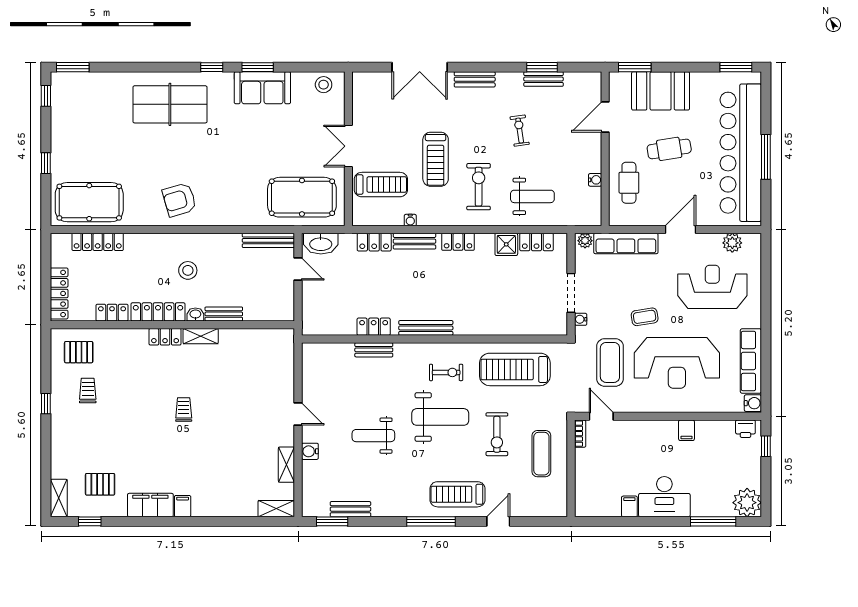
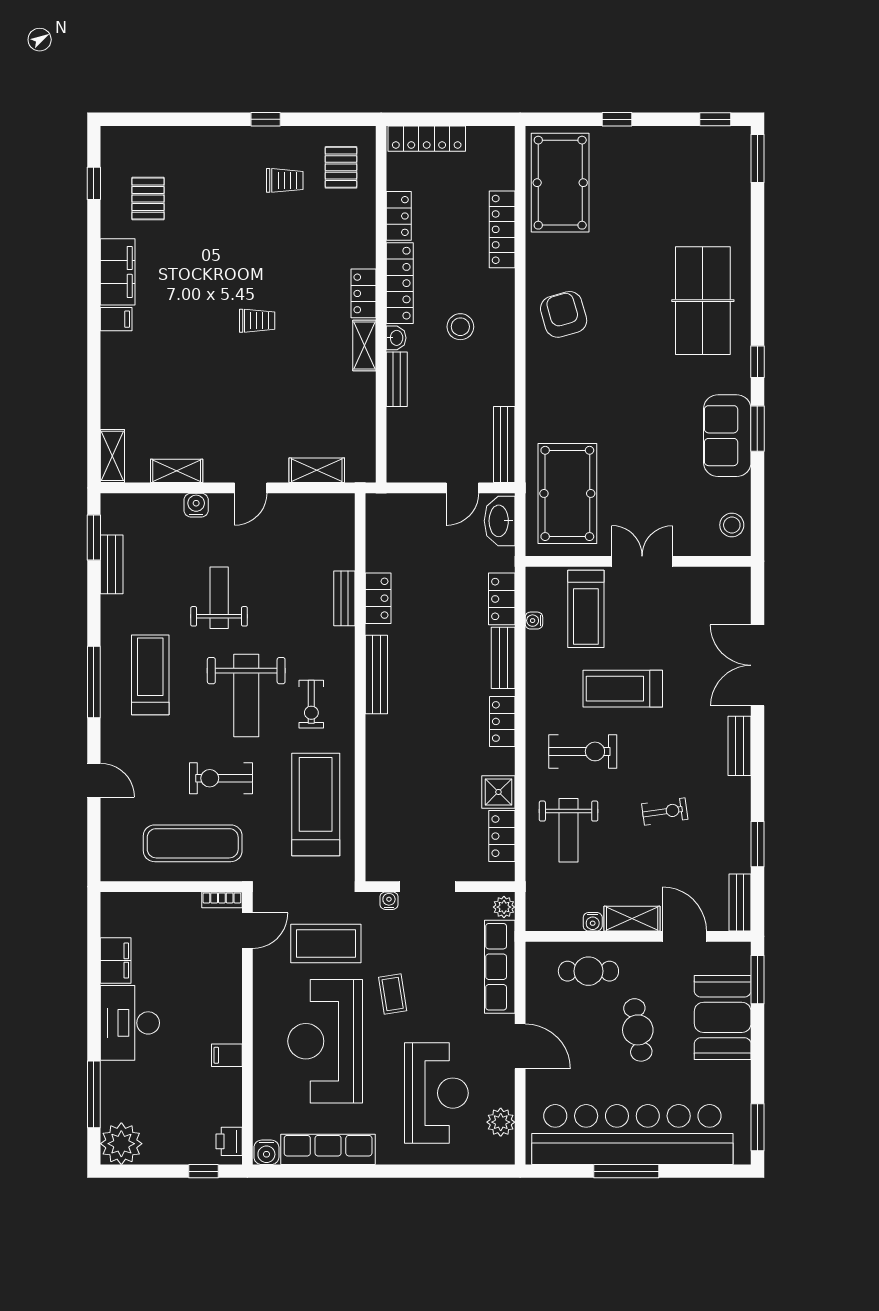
bench: (544, 79) -> (740, 903), moved
shelving: (593, 153) -> (632, 919), added
water cooler: (410, 220) -> (534, 621), moved
locker: (98, 242) -> (502, 229), moved
exercise mat: (541, 454) -> (193, 843), width x1.36, depth x1.45
treadmill: (457, 494) -> (150, 675), moved
shelving: (59, 498) -> (317, 470), moved
filing cabinet: (629, 506) -> (116, 960), width x2.00

